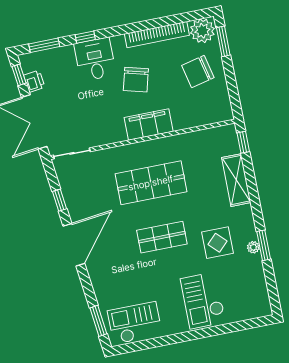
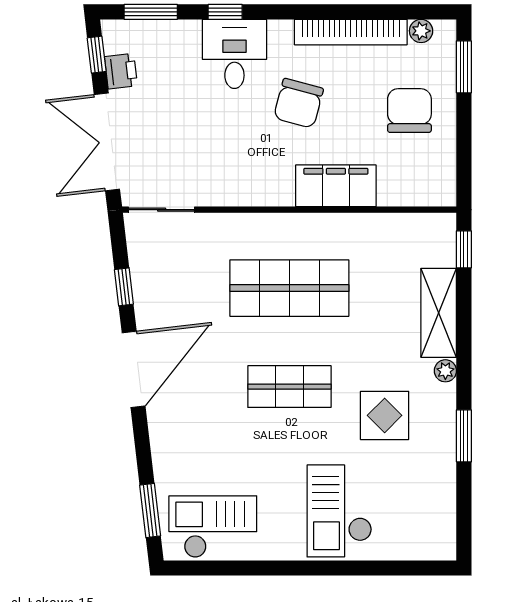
plant: (202, 31) -> (421, 31), width x0.53, depth x0.53
chair: (198, 71) -> (409, 111), turned 103
filing cabinet: (149, 124) -> (336, 186), moved
plant: (253, 247) -> (445, 371), moved

